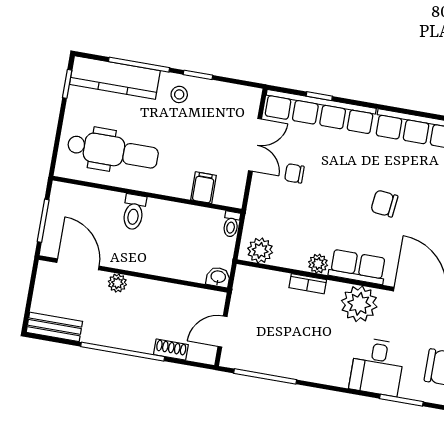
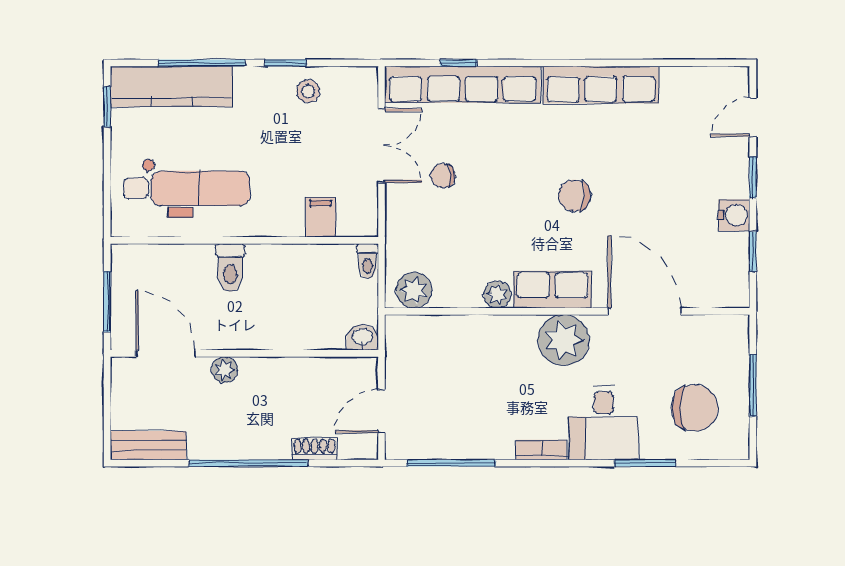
stool: (179, 94) -> (308, 91), moved
bookcase: (308, 284) -> (541, 450), moved, turned 180

